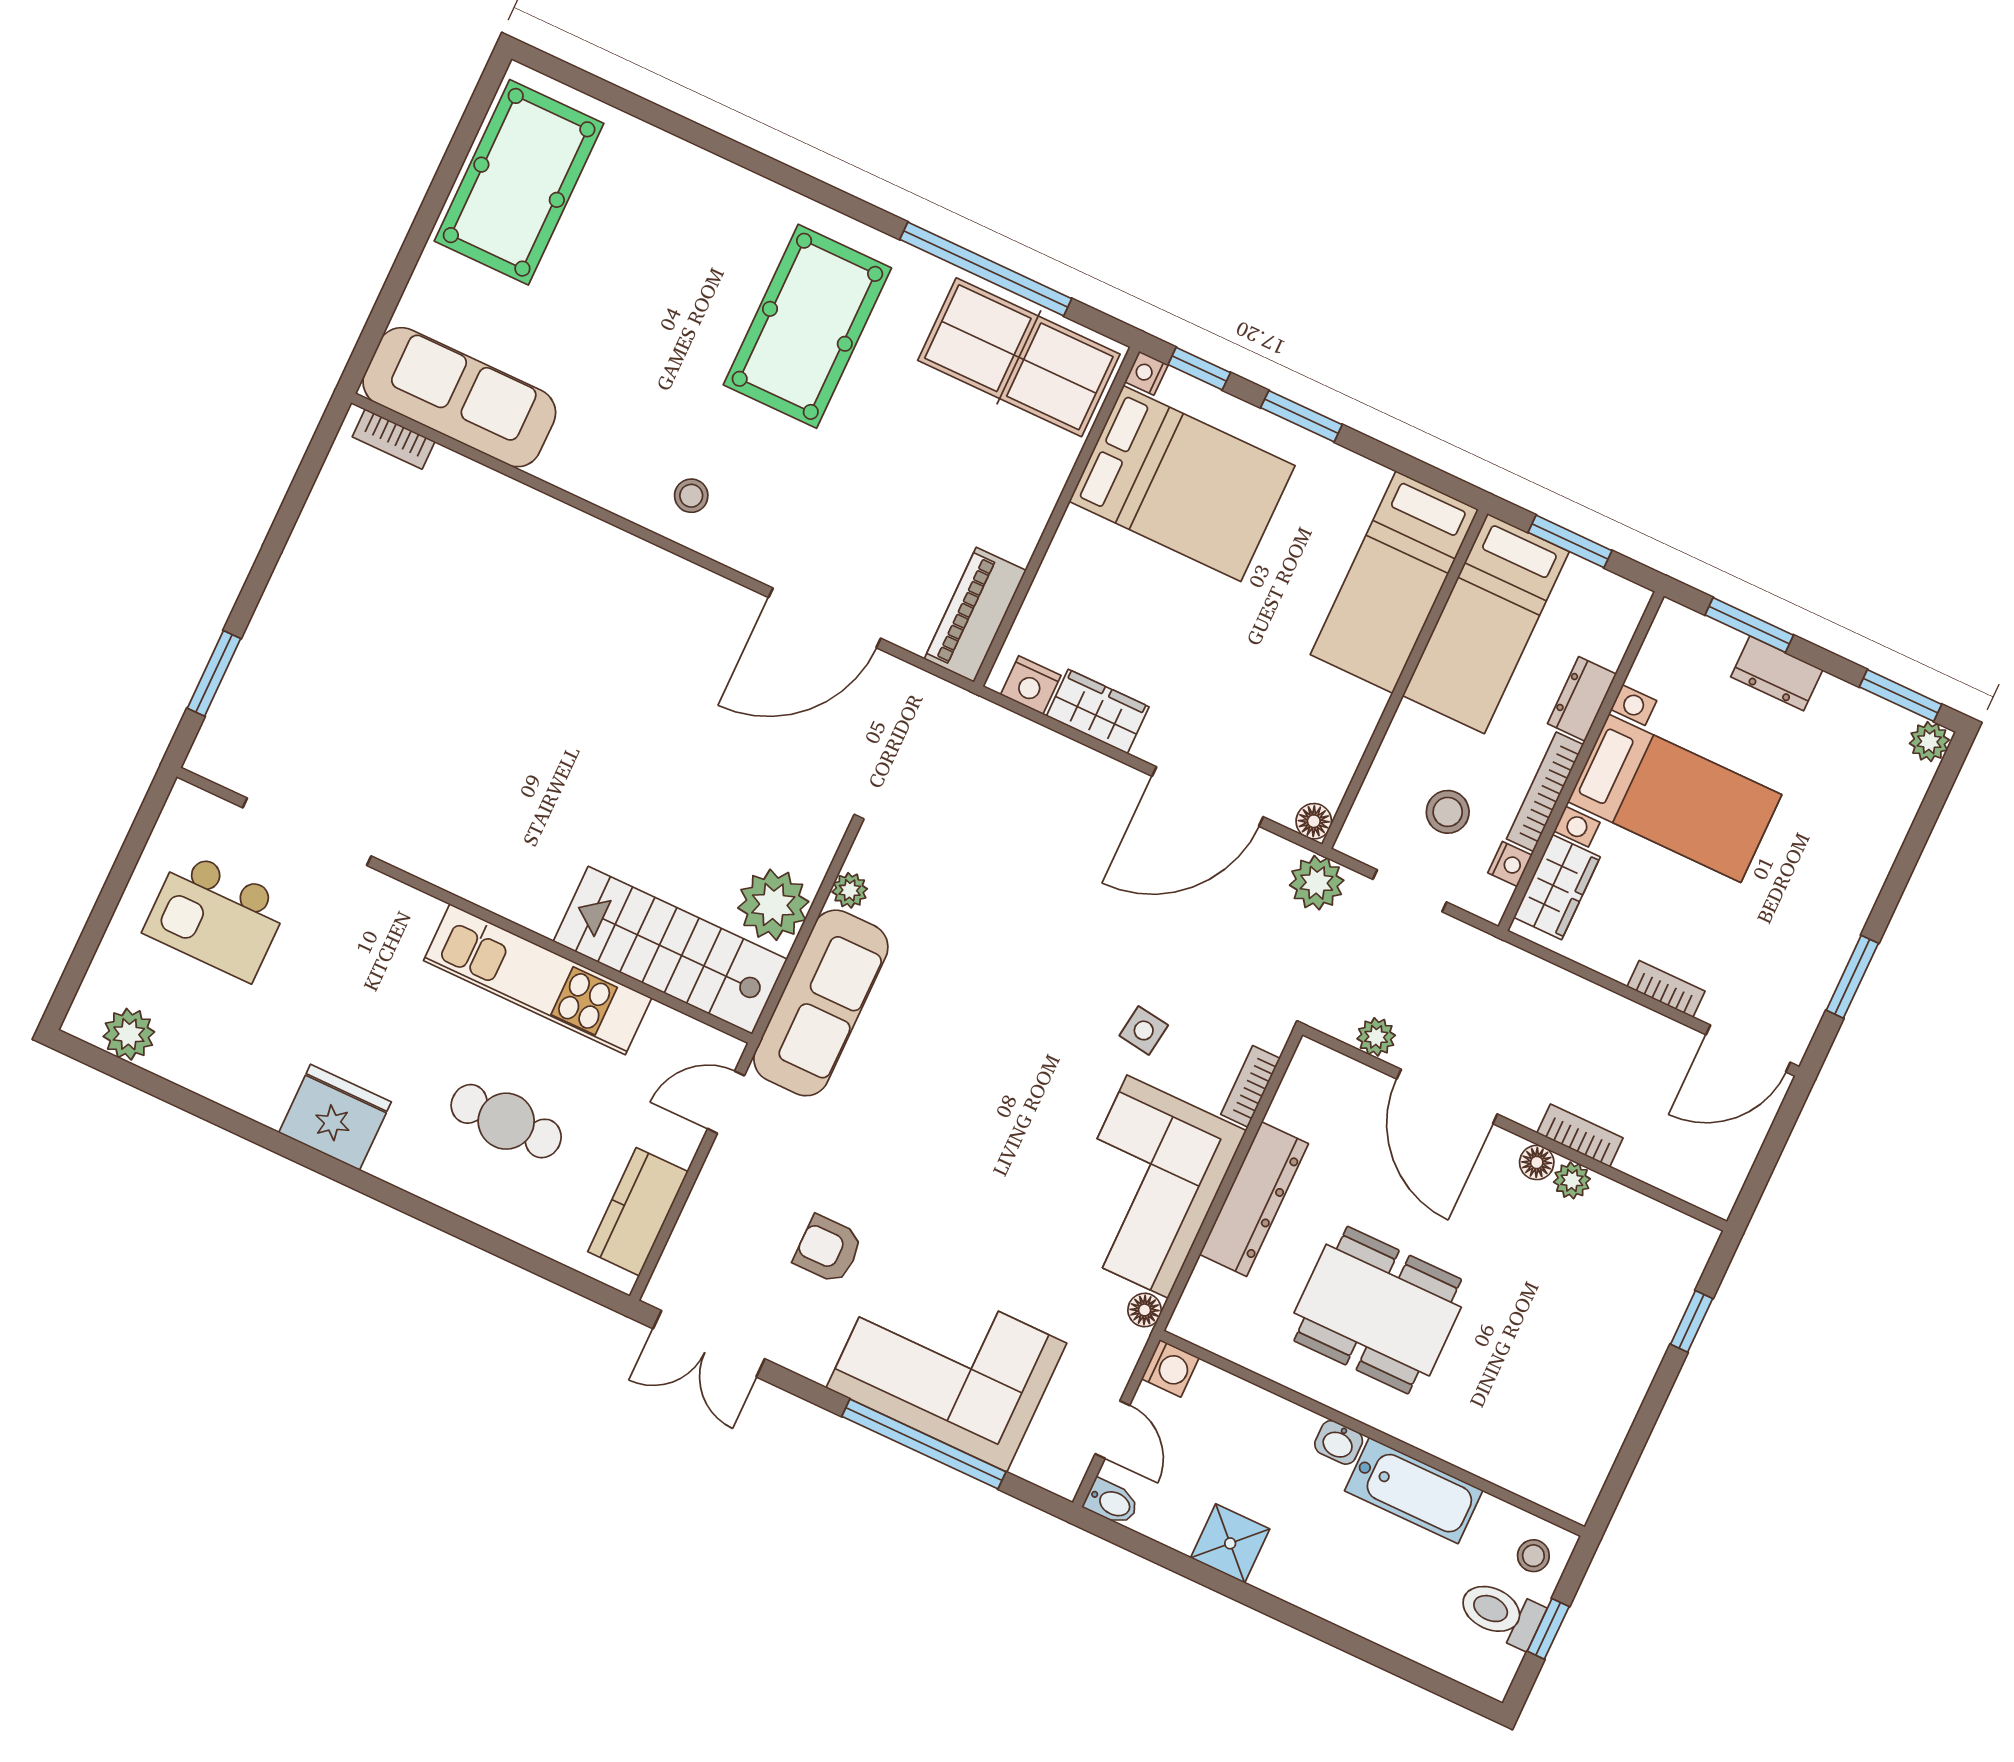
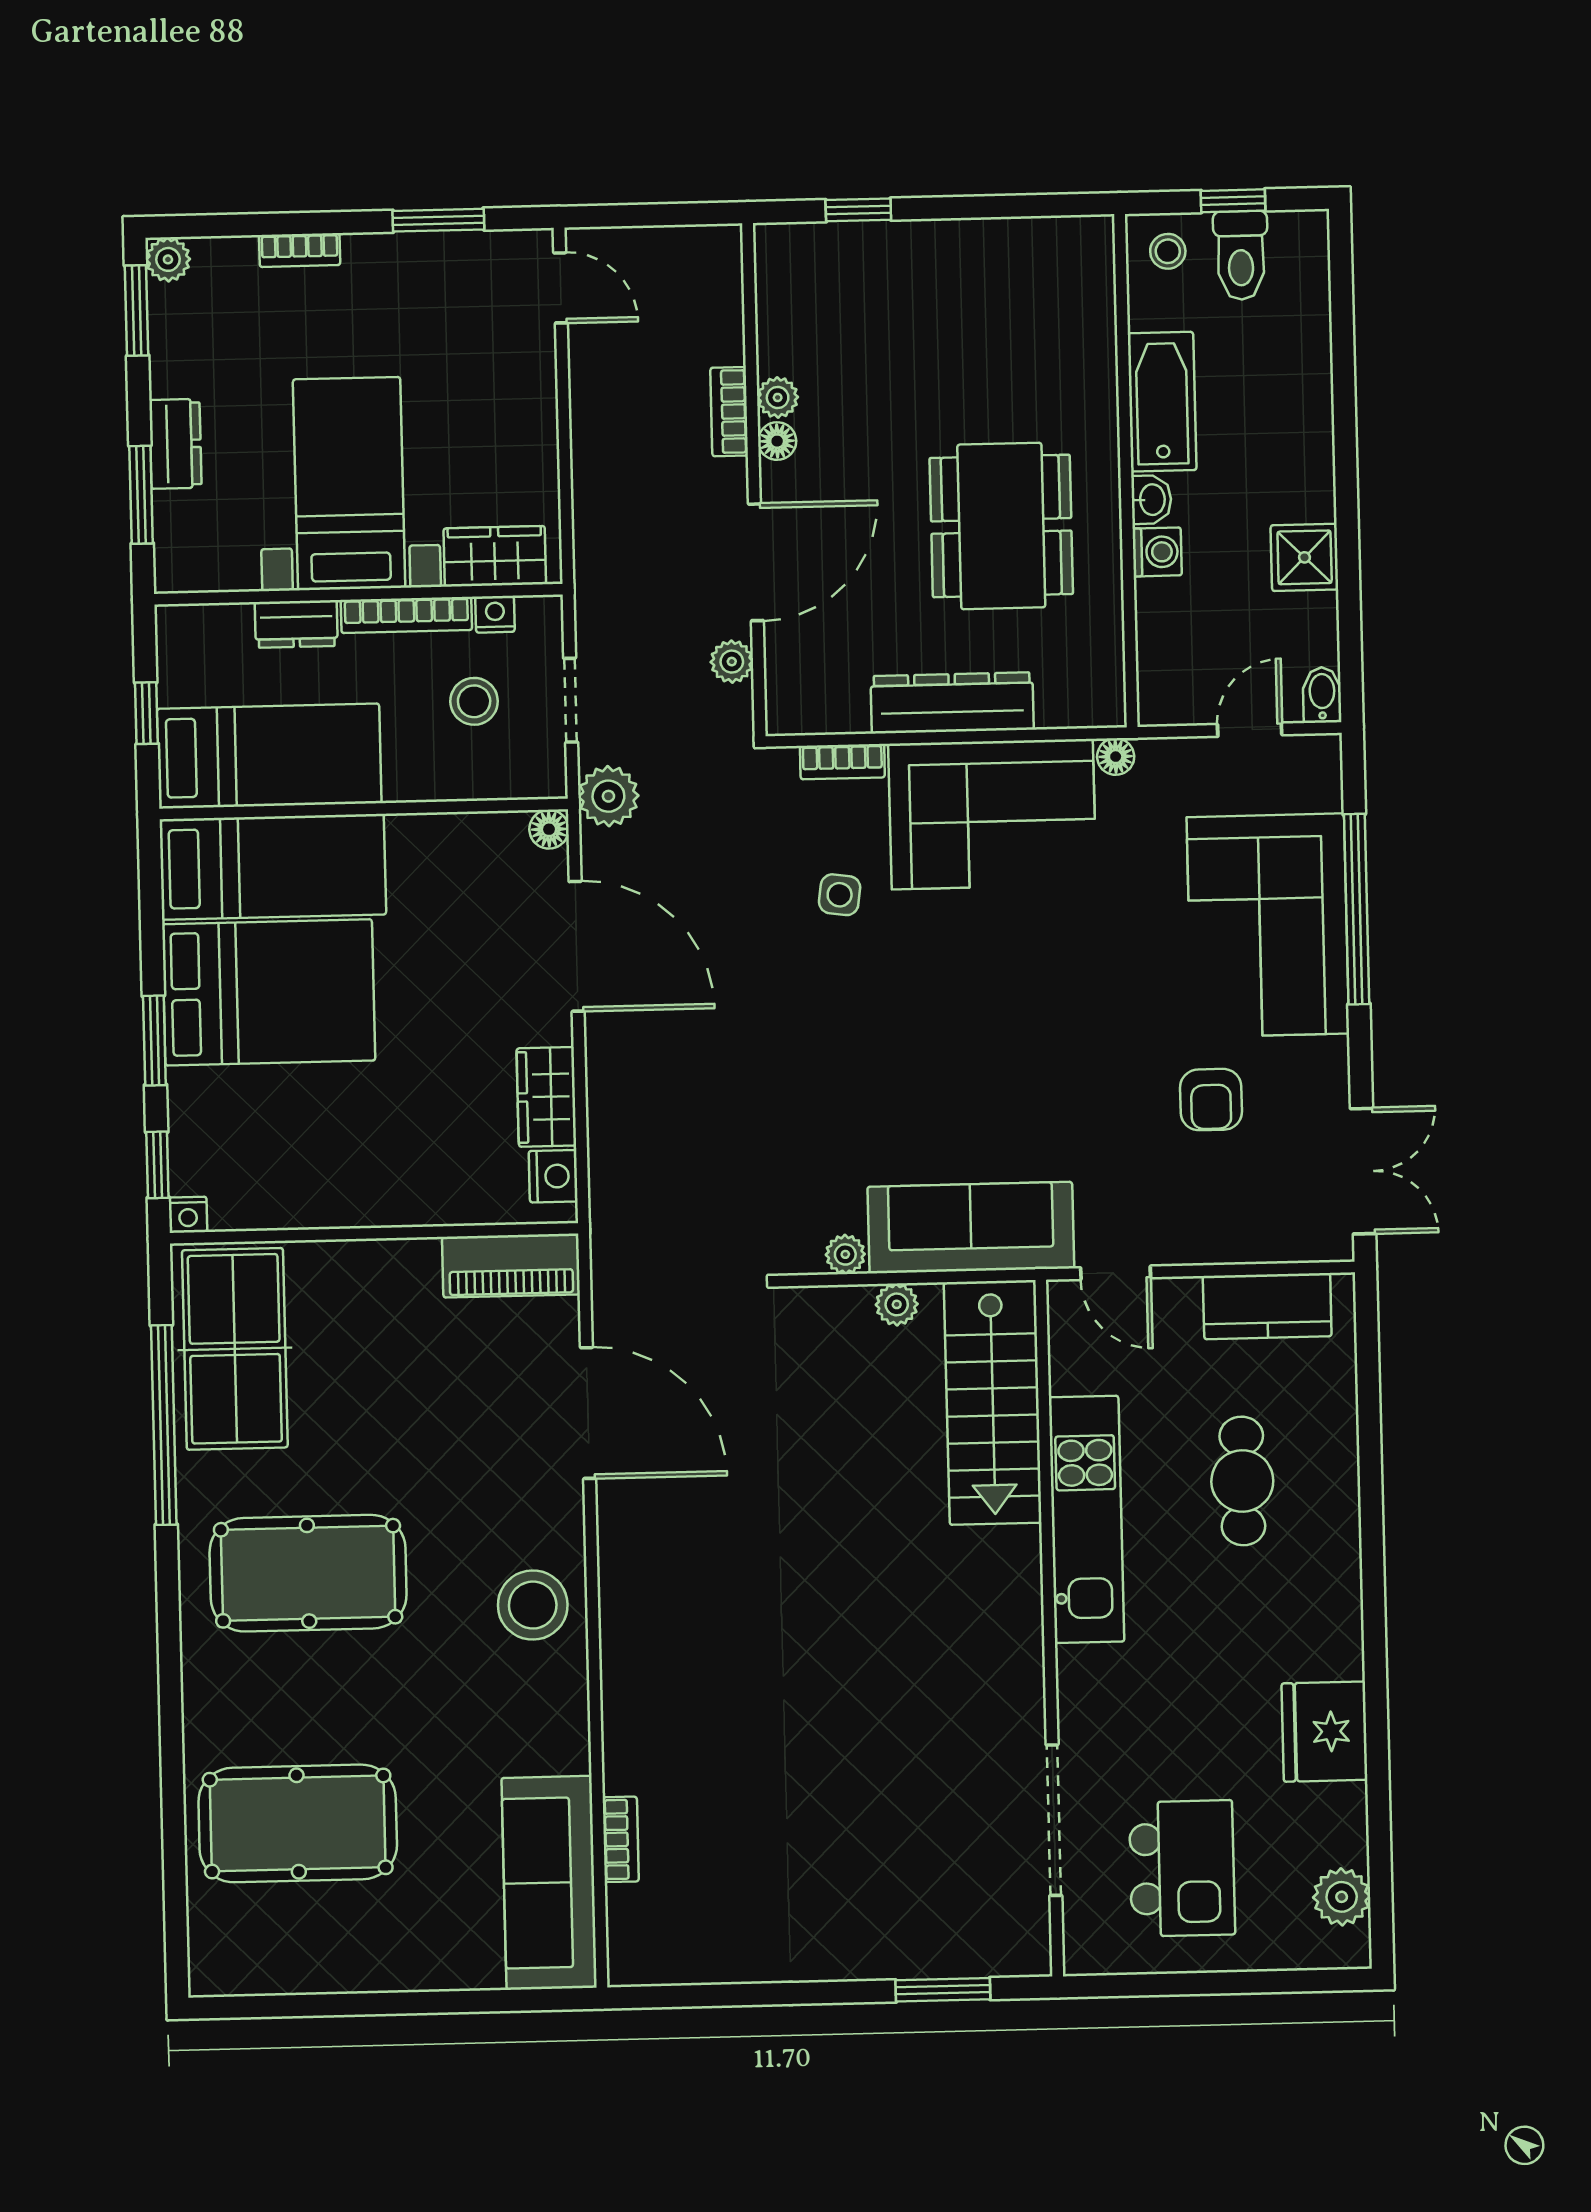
pool table: (519, 182) -> (298, 1823), moved
bookcase: (394, 439) -> (621, 1839), moved
bed: (1182, 484) -> (269, 992), moved, turned 90
stool: (691, 496) -> (533, 1605), width x1.89, depth x1.89
window: (1570, 541) -> (146, 713), width x0.67
plant: (773, 905) -> (897, 1304), width x0.53, depth x0.53
bookcase: (1666, 989) -> (300, 250), moved, turned -90
door: (1748, 1049) -> (561, 288), width x0.73
fridge: (335, 1117) -> (1324, 1732), moved
washing machine: (1170, 1368) -> (1157, 552), moved, turned 90

